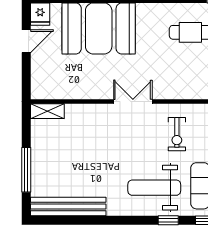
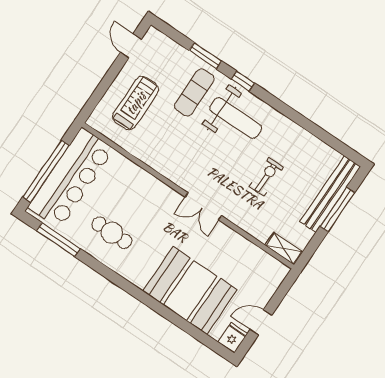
exercise bike: (177, 134) -> (266, 177), moved
bench: (68, 207) -> (330, 194), moved, turned 90

